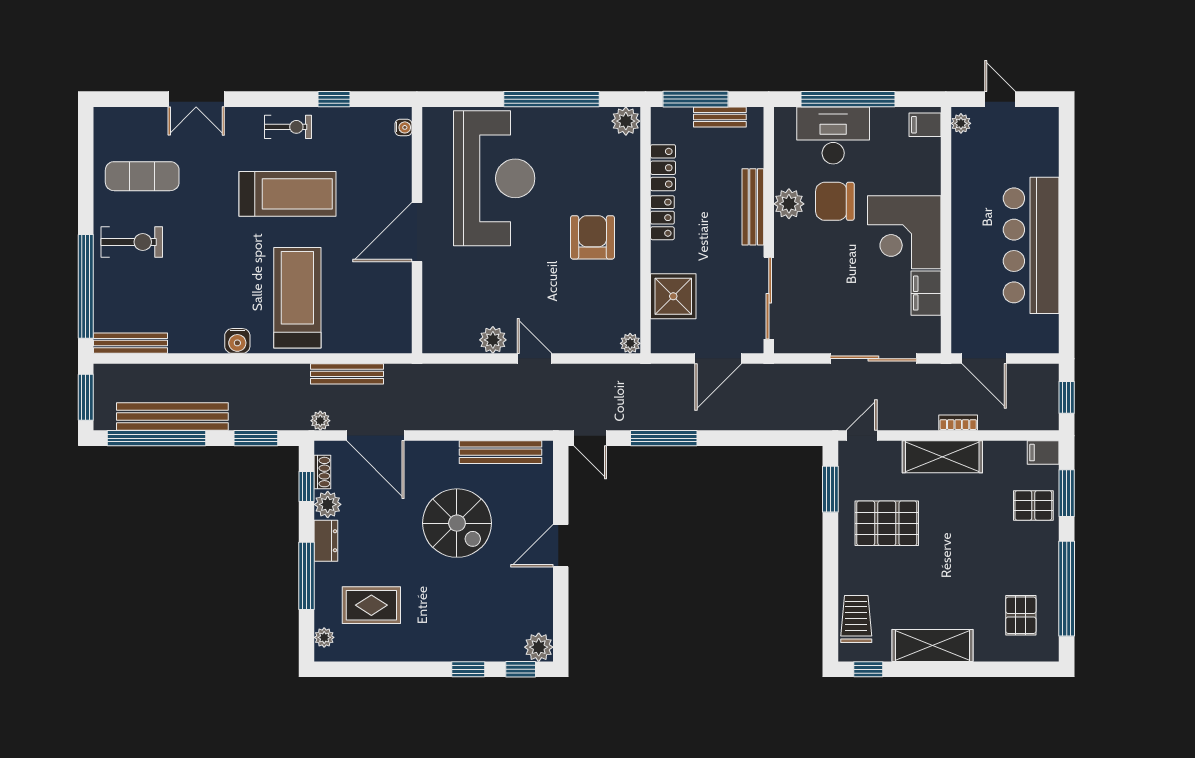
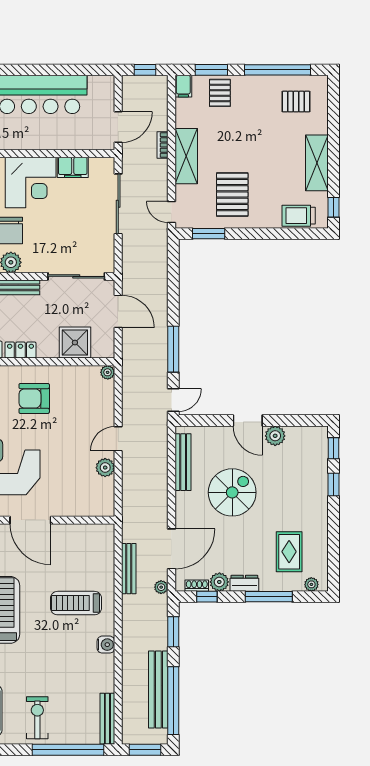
treadmill: (297, 298) -> (76, 603), width x0.73, depth x0.73
plant: (539, 647) -> (275, 436), moved

